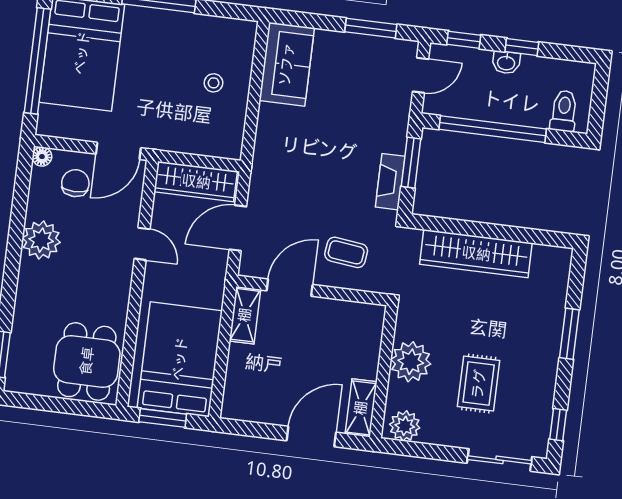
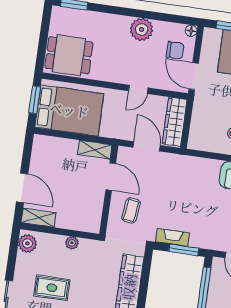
plant: (411, 362) -> (72, 243), width x0.53, depth x0.53

